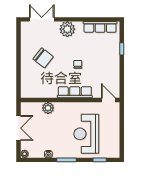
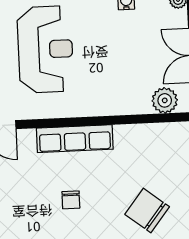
plant: (48, 108) -> (165, 100), moved

